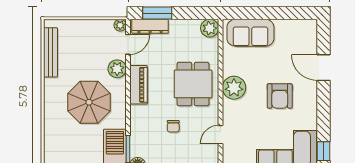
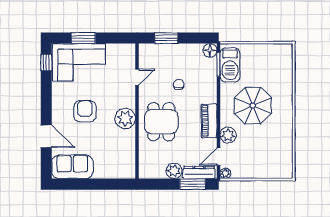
plant: (210, 28) -> (174, 171), moved
sofa: (250, 33) -> (72, 167), moved
bench: (50, 52) -> (287, 150), removed

